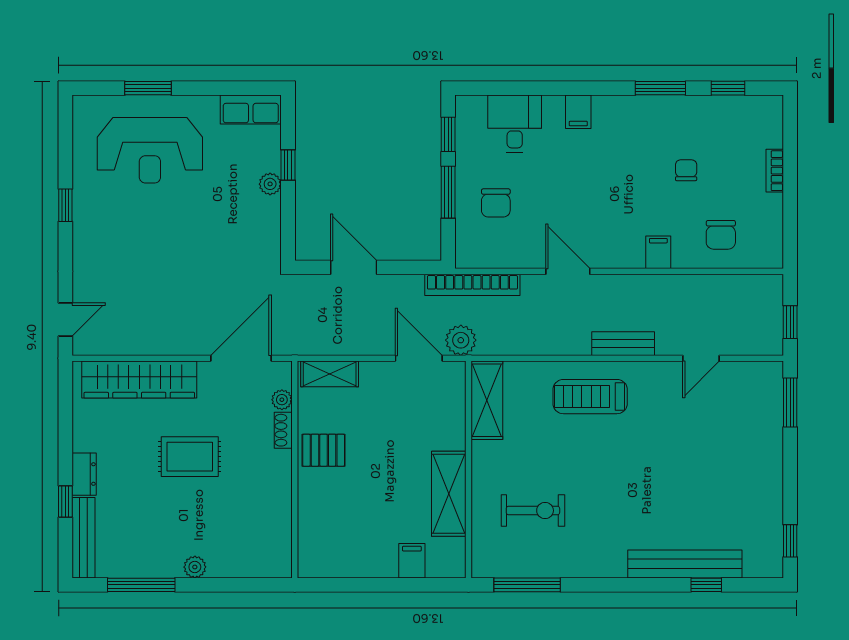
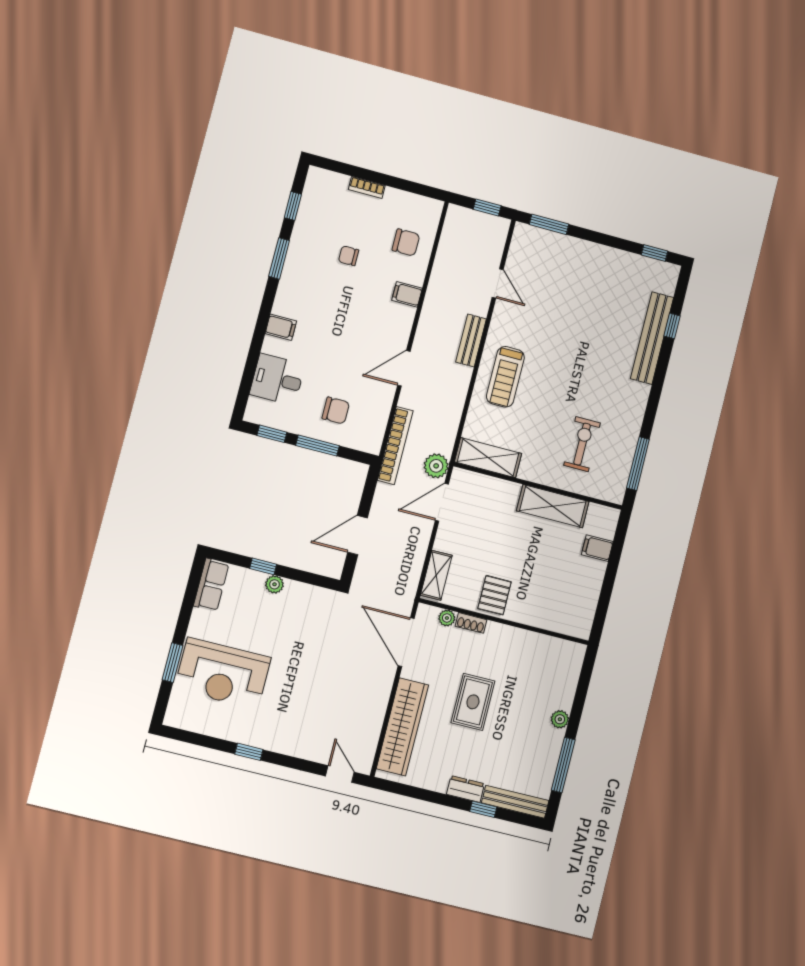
reception desk: (150, 150) -> (223, 673), turned 90

